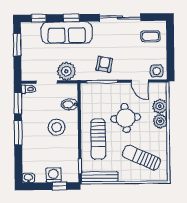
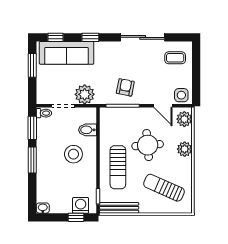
sofa: (67, 33) -> (67, 53), moved
plant: (160, 106) -> (184, 119), moved
washing machine: (53, 175) -> (81, 205), moved

